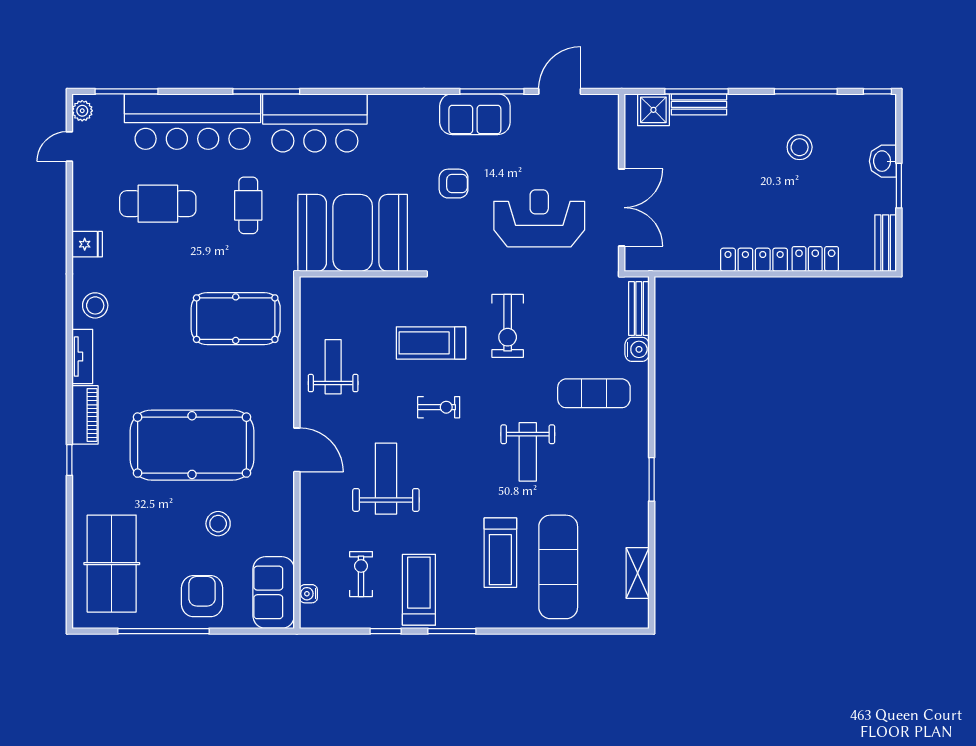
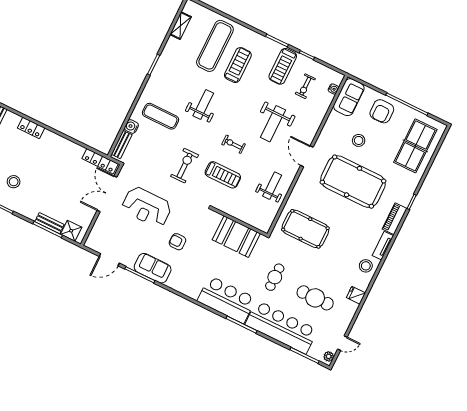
booth: (353, 233) -> (236, 237), width x0.73, depth x0.70
locker: (754, 260) -> (100, 161), moved
weight bench: (333, 367) -> (272, 186), turned 180

